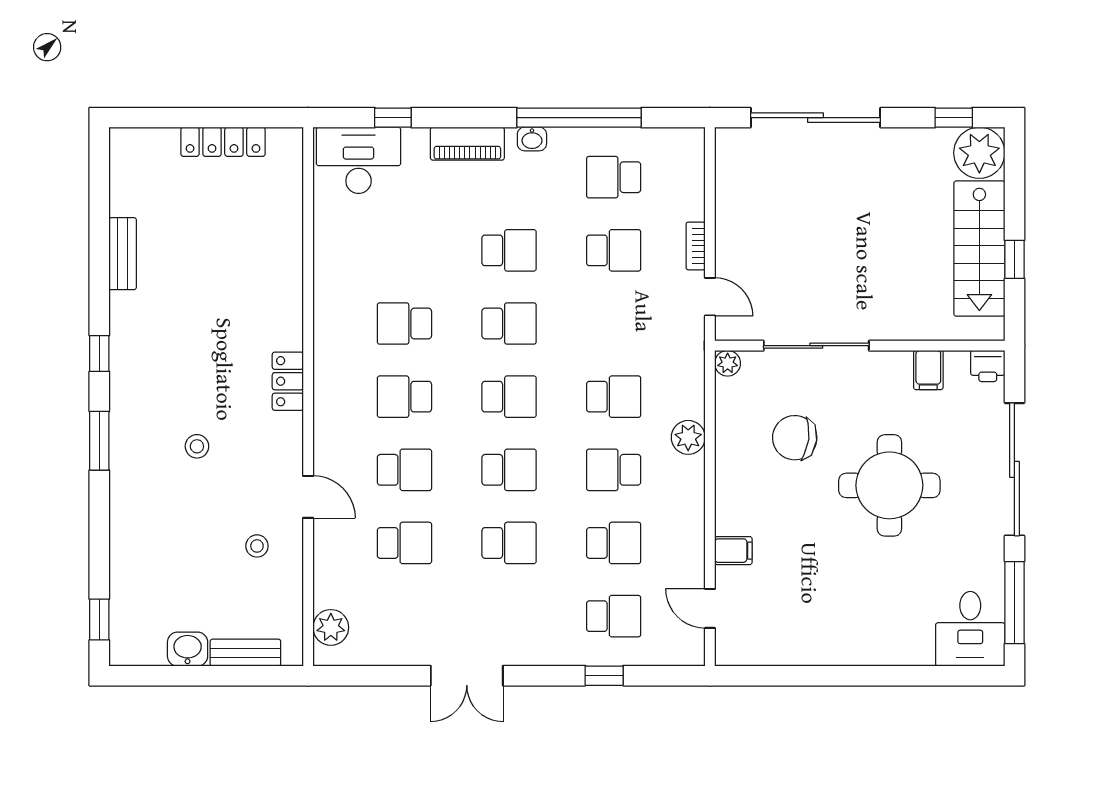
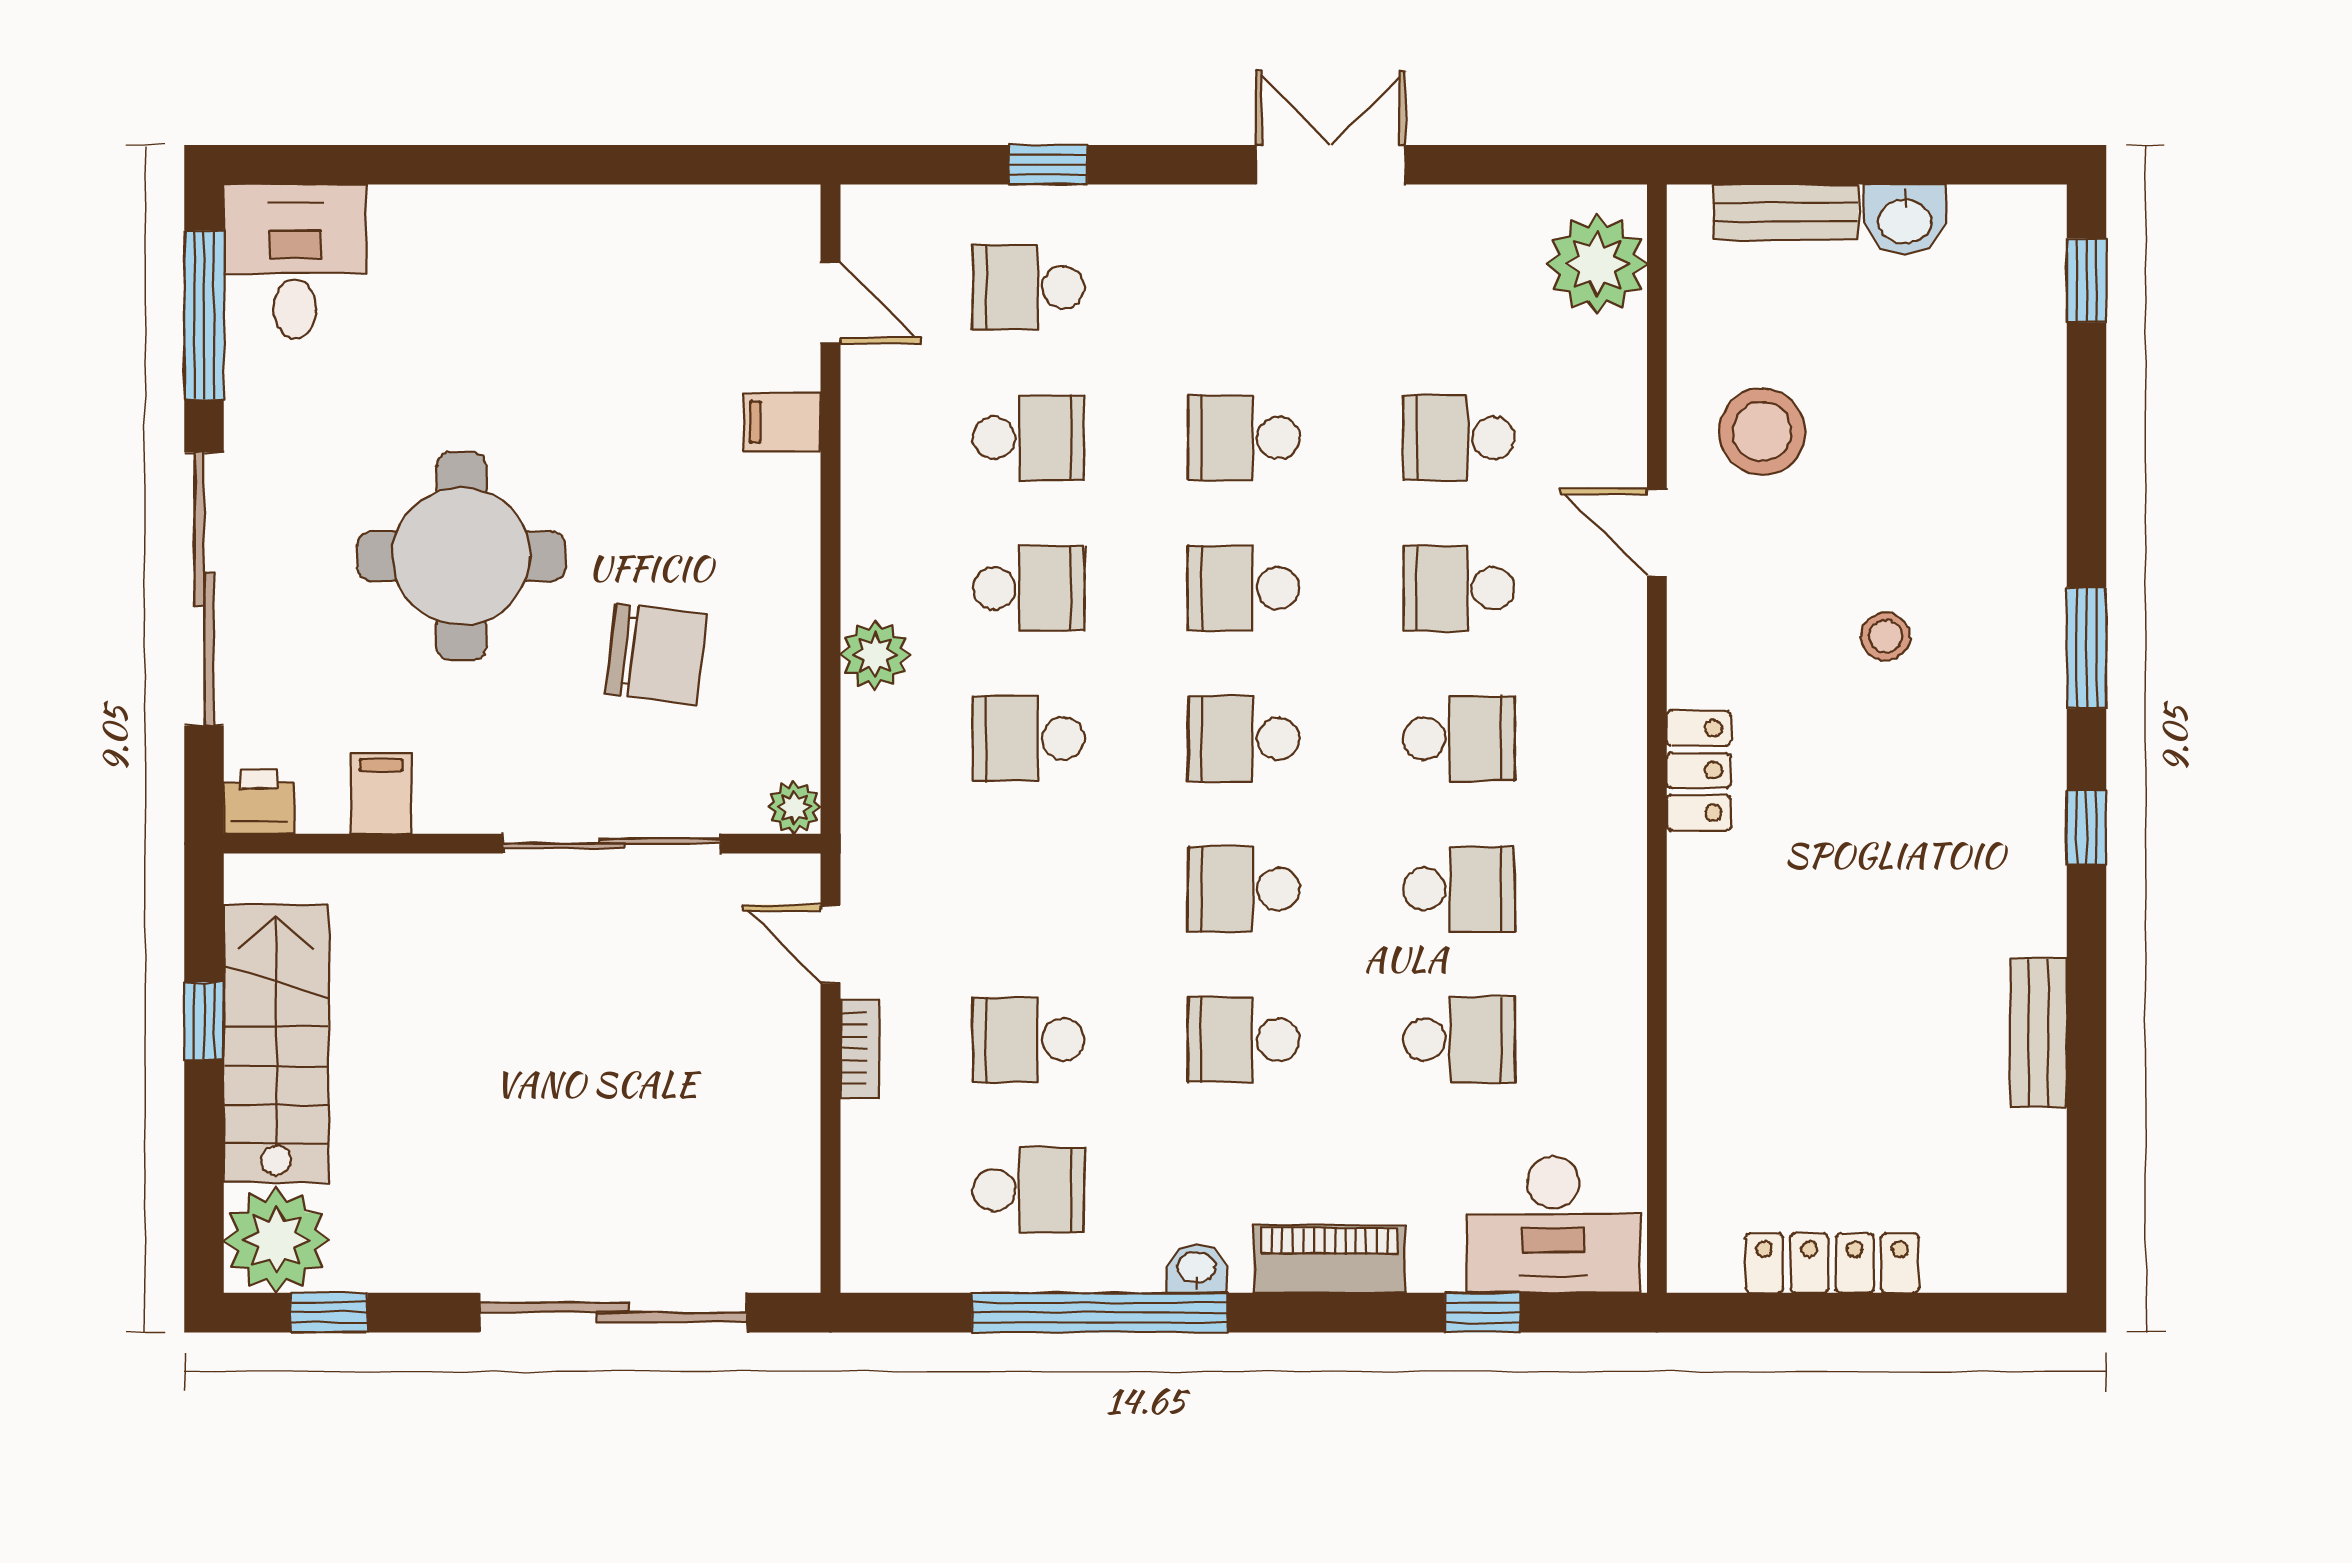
school desk: (404, 250) -> (1459, 1040), added
school desk: (614, 543) -> (1029, 438), turned 180
stool: (257, 546) -> (1762, 432), width x1.89, depth x1.89
plant: (331, 627) -> (1597, 264), width x1.36, depth x1.36

